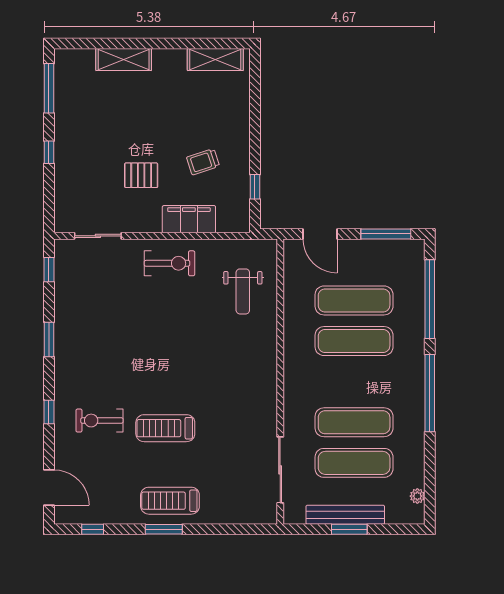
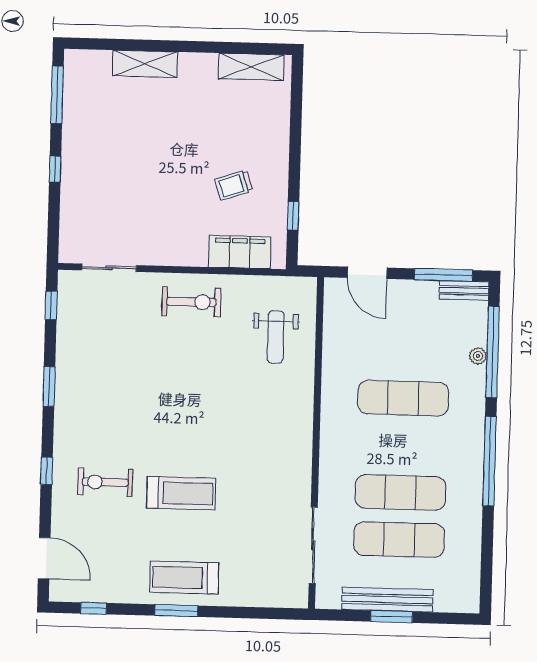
pallet: (141, 175) -> (161, 199), removed
filing cabinet: (189, 219) -> (240, 252), moved
bench: (404, 247) -> (464, 290), added
exercise mat: (354, 300) -> (404, 351), removed
treadmill: (165, 428) -> (181, 493), turned 180
plant: (417, 496) -> (478, 356), moved

